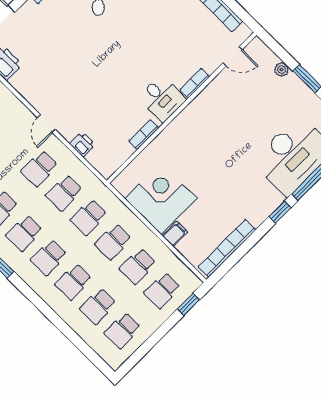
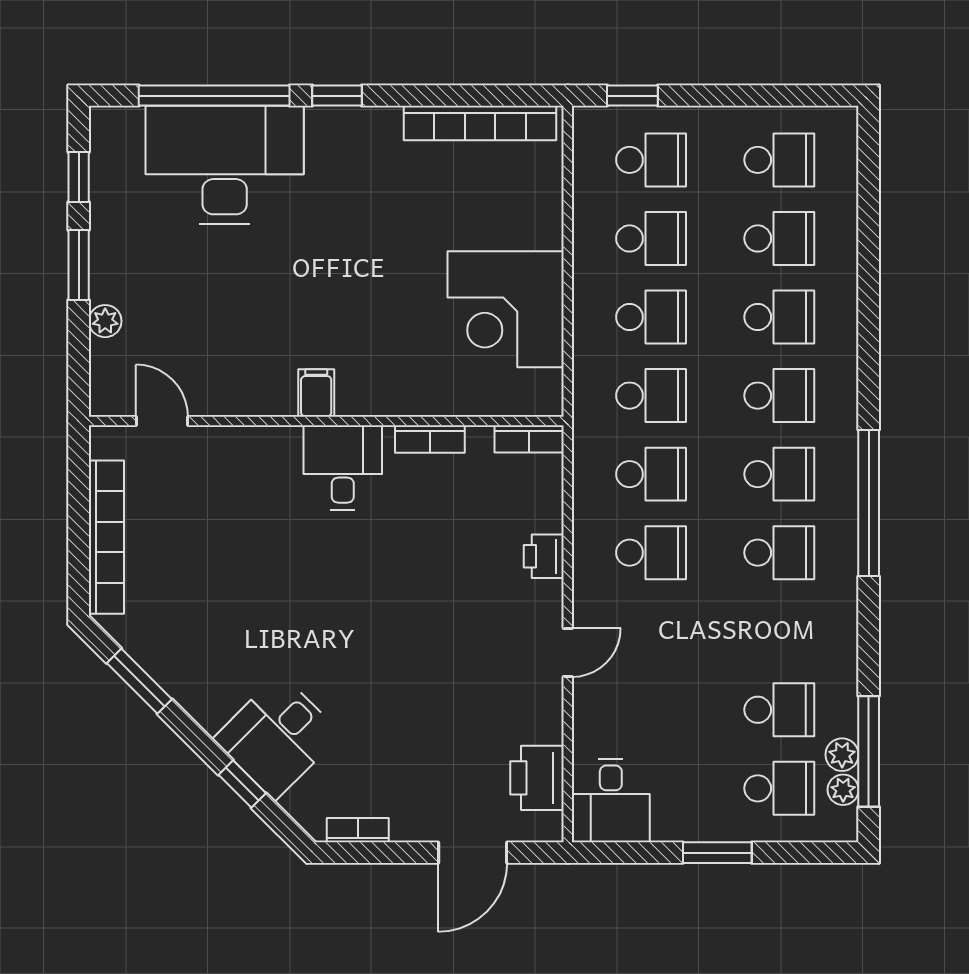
bookcase: (195, 83) -> (529, 439), moved
door: (46, 123) -> (568, 652), moved
printer: (82, 144) -> (544, 556), moved
filing cabinet: (175, 234) -> (316, 393), moved, turned 90

